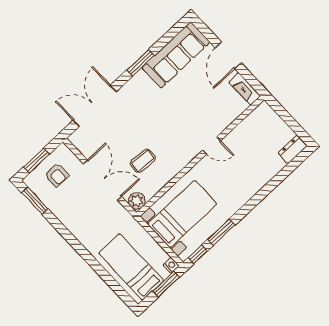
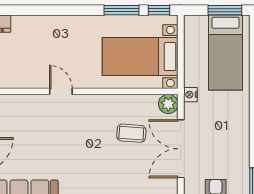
nightstand: (171, 265) -> (190, 95), moved
window: (166, 284) -> (225, 10), moved

